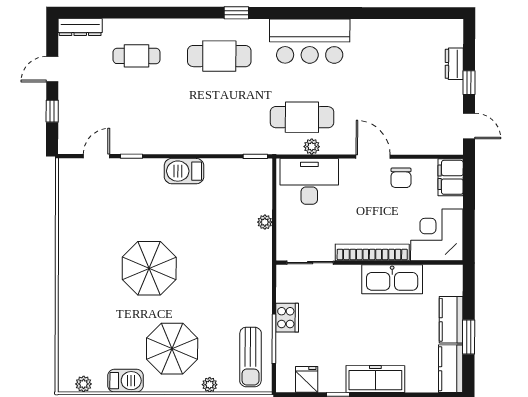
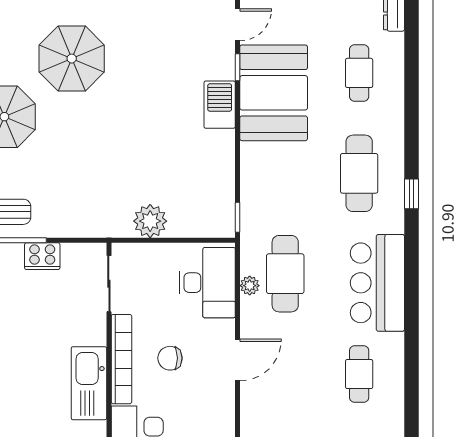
cafe table: (385, 56) -> (359, 374), added
booth: (153, 126) -> (274, 93), added
door: (97, 156) -> (238, 25), hinge flipped
barbecue: (184, 171) -> (220, 105), moved
chair: (401, 178) -> (170, 358), moved
plant: (265, 222) -> (150, 221), width x1.88, depth x1.88
parasol: (149, 268) -> (72, 59), moved

